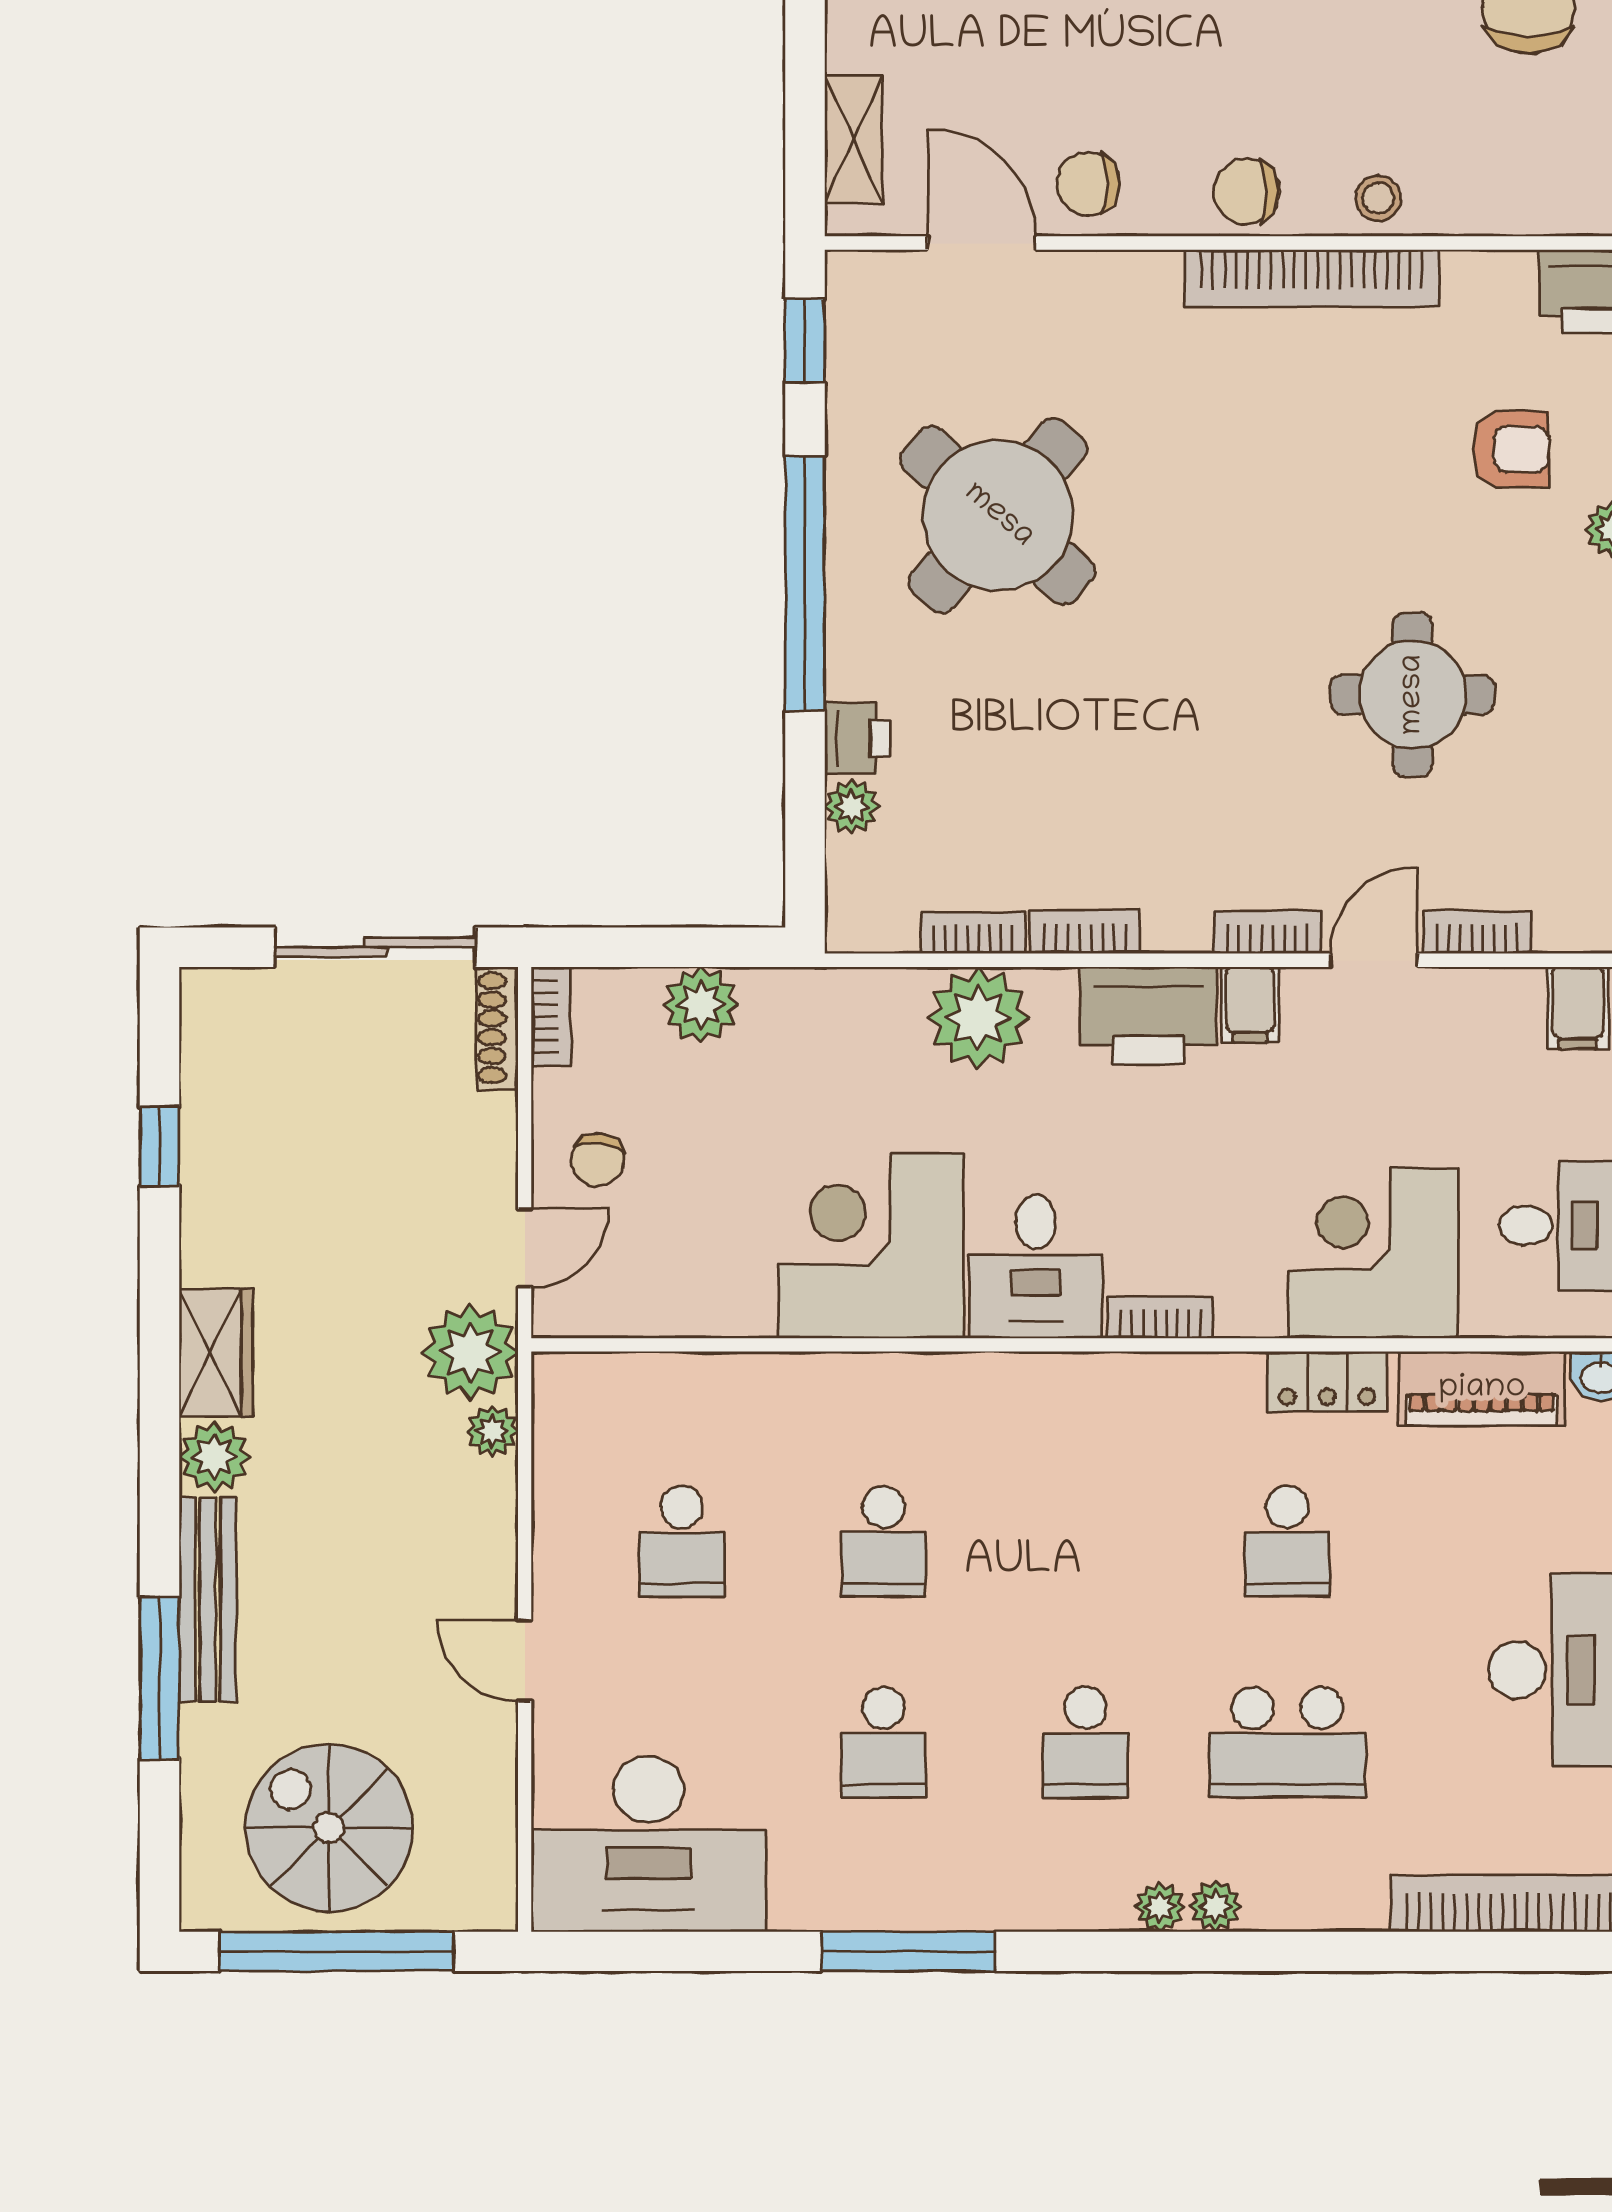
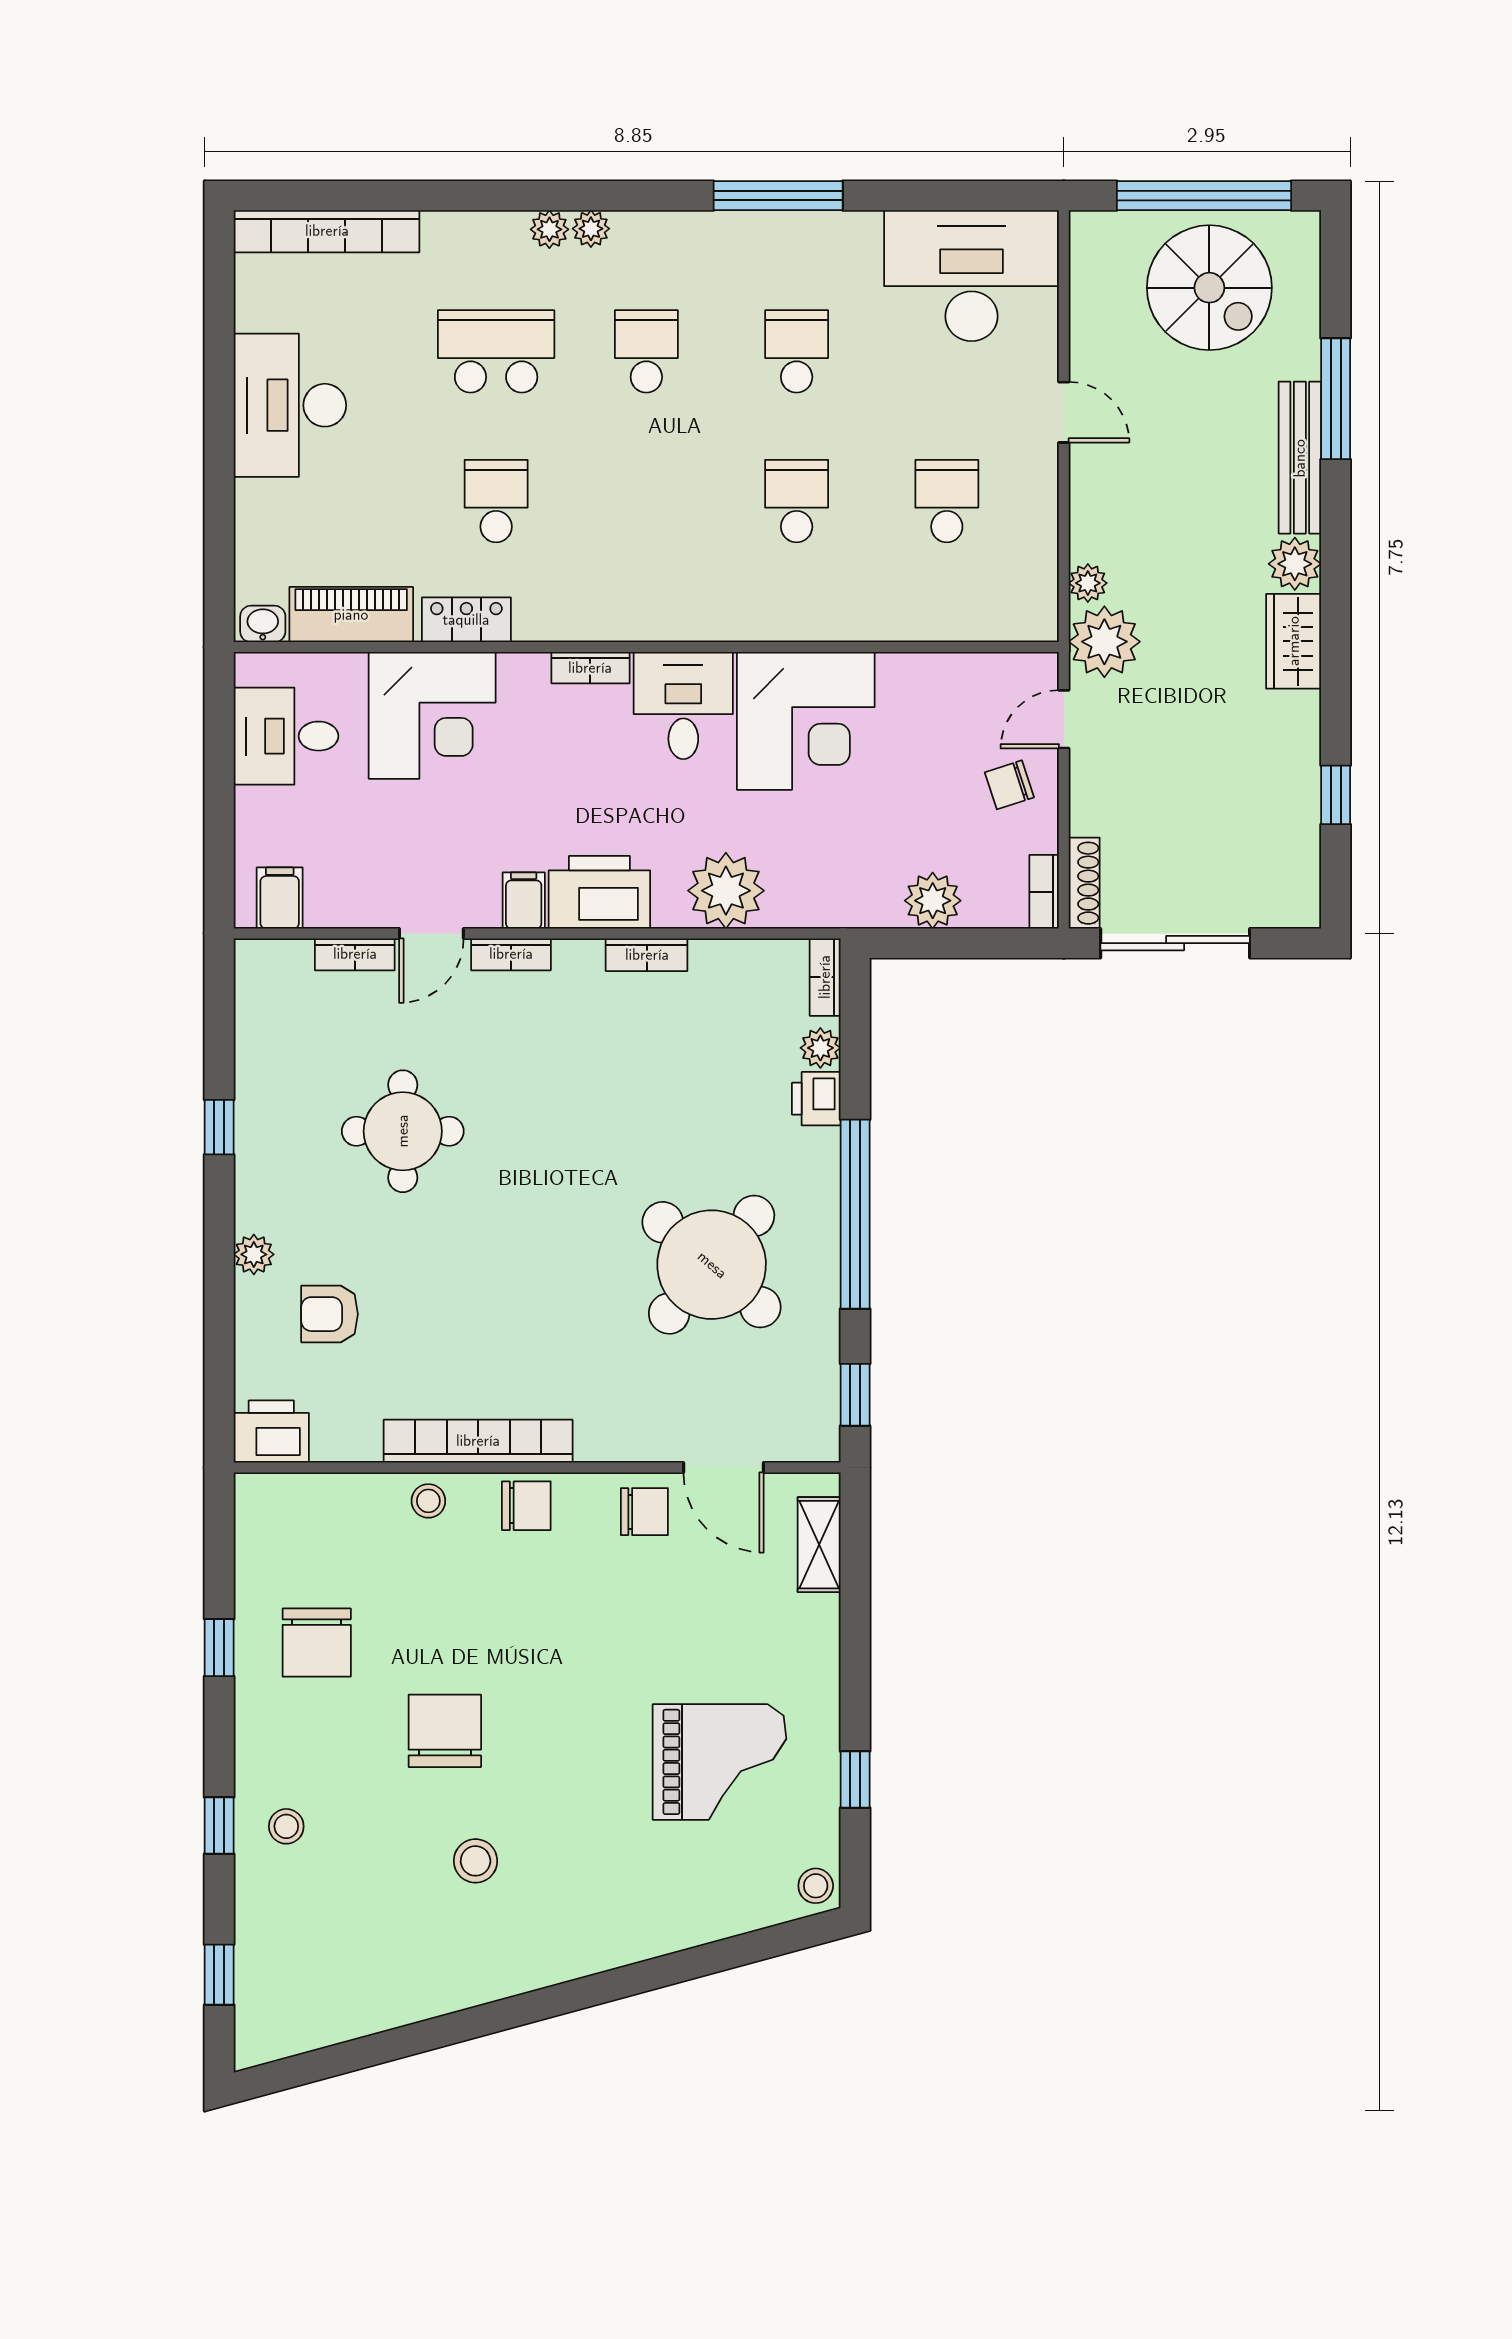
bookcase: (973, 933) -> (825, 977), moved, turned 90
chair: (598, 1160) -> (1009, 785), turned -115

